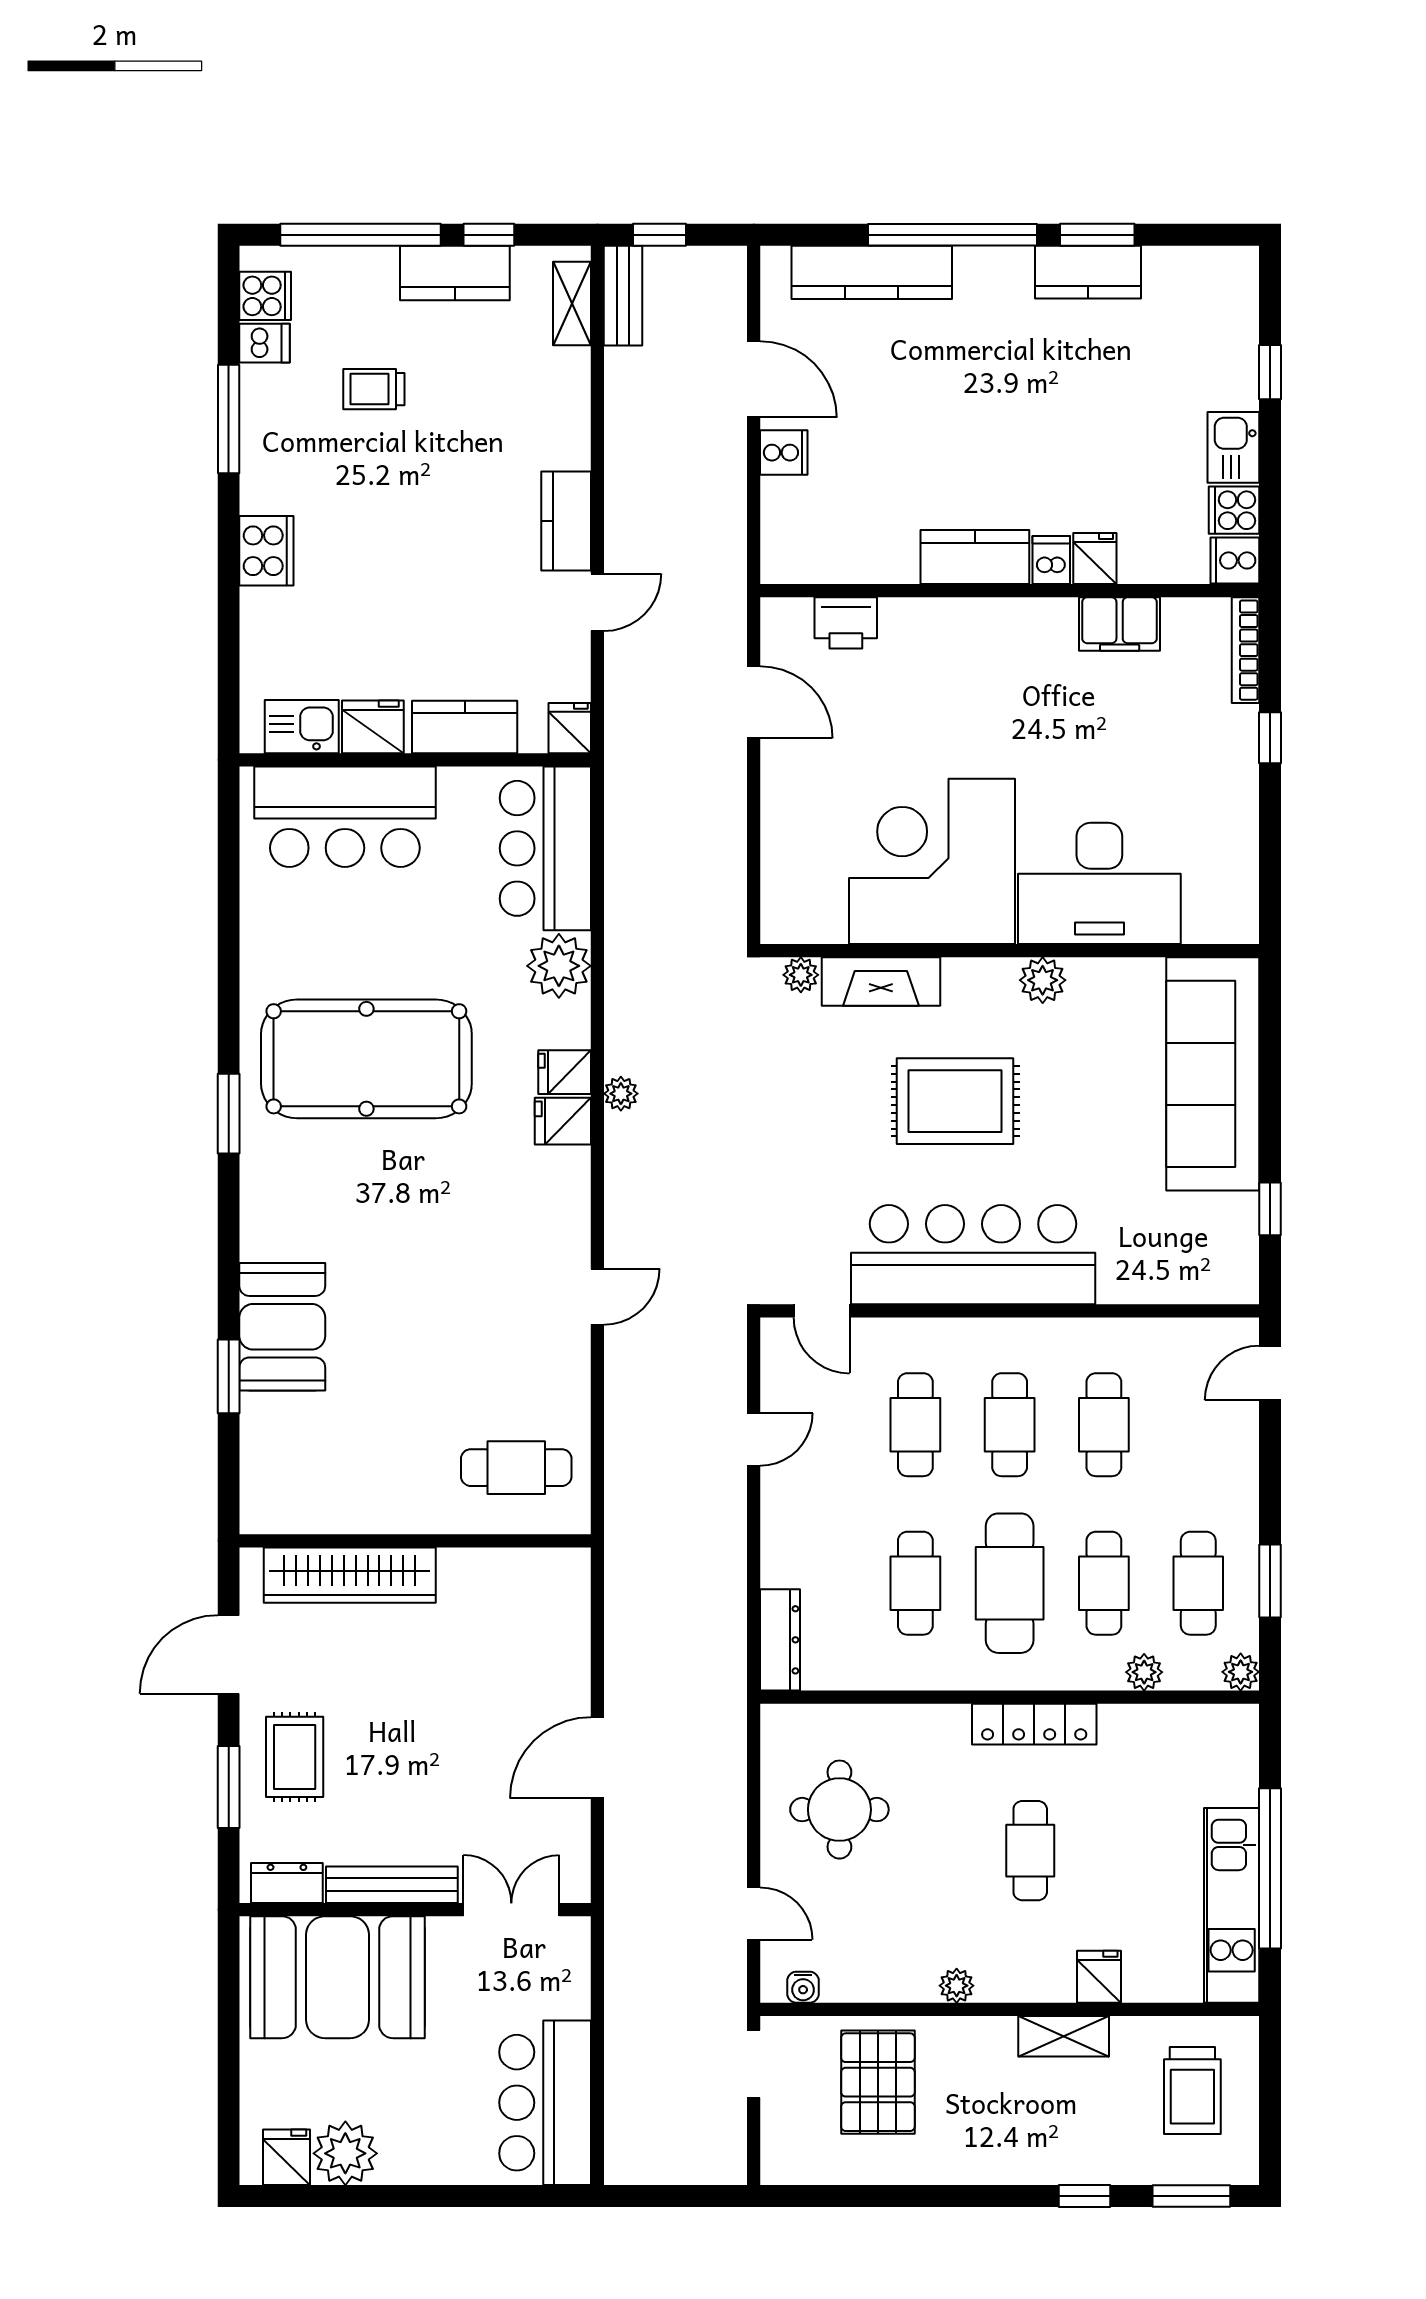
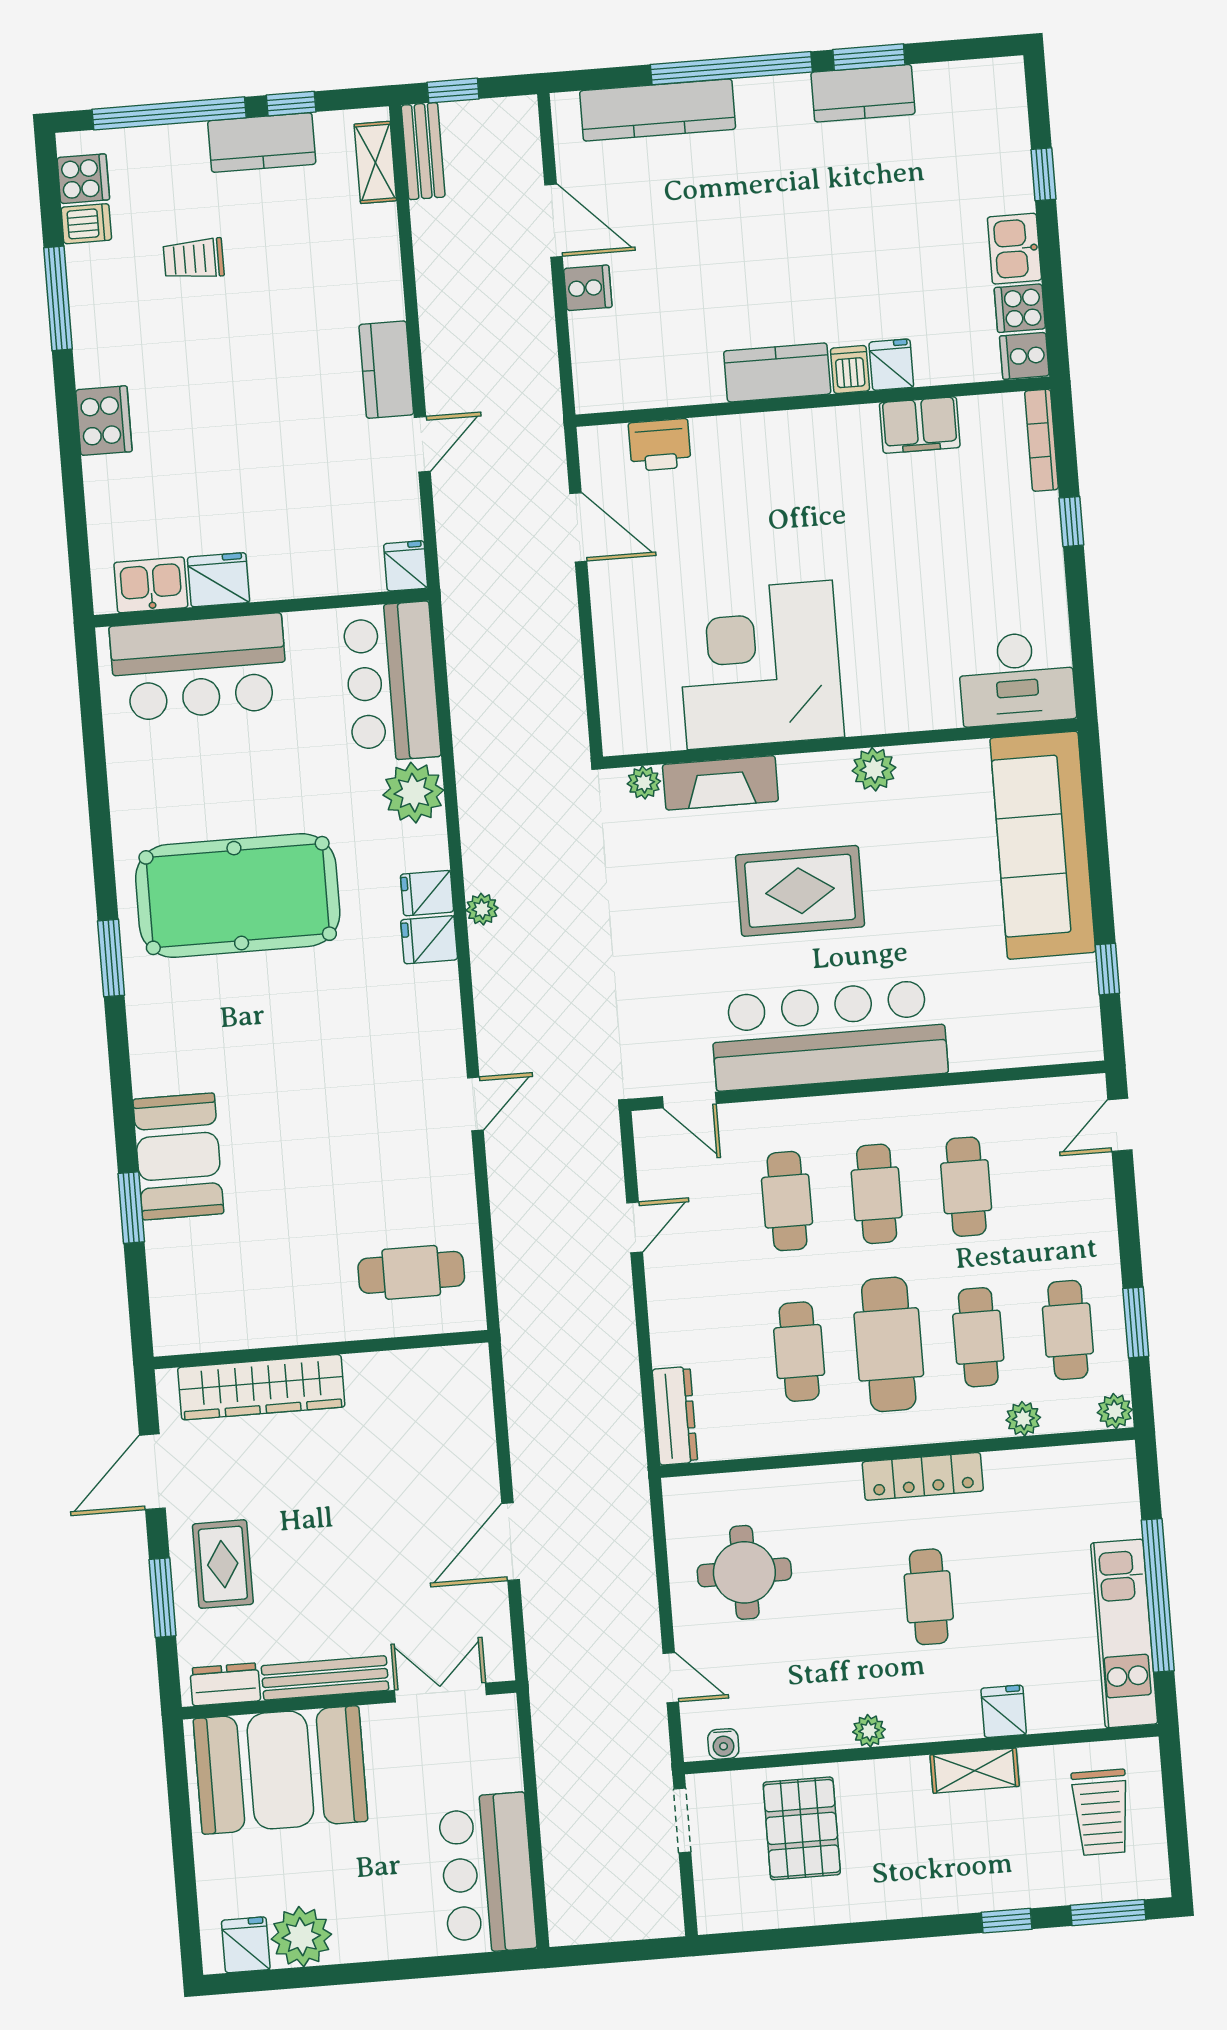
kitchen counter: (465, 727) -> (306, 573), removed
desk: (1099, 883) -> (1017, 679), moved, width x0.73, depth x0.77

